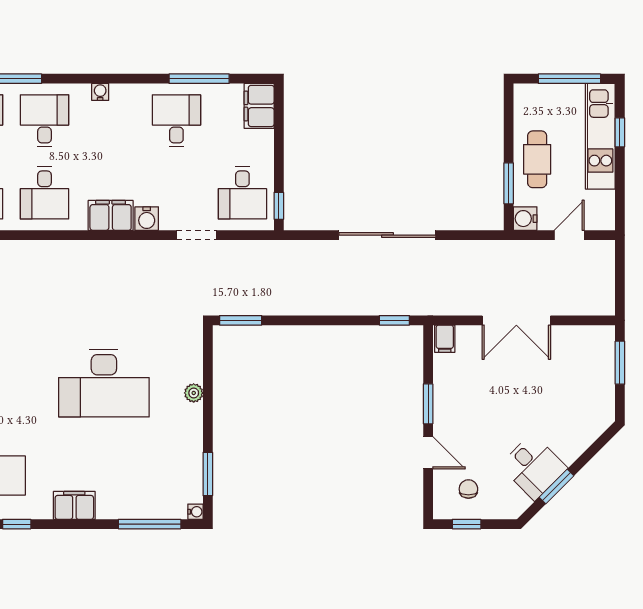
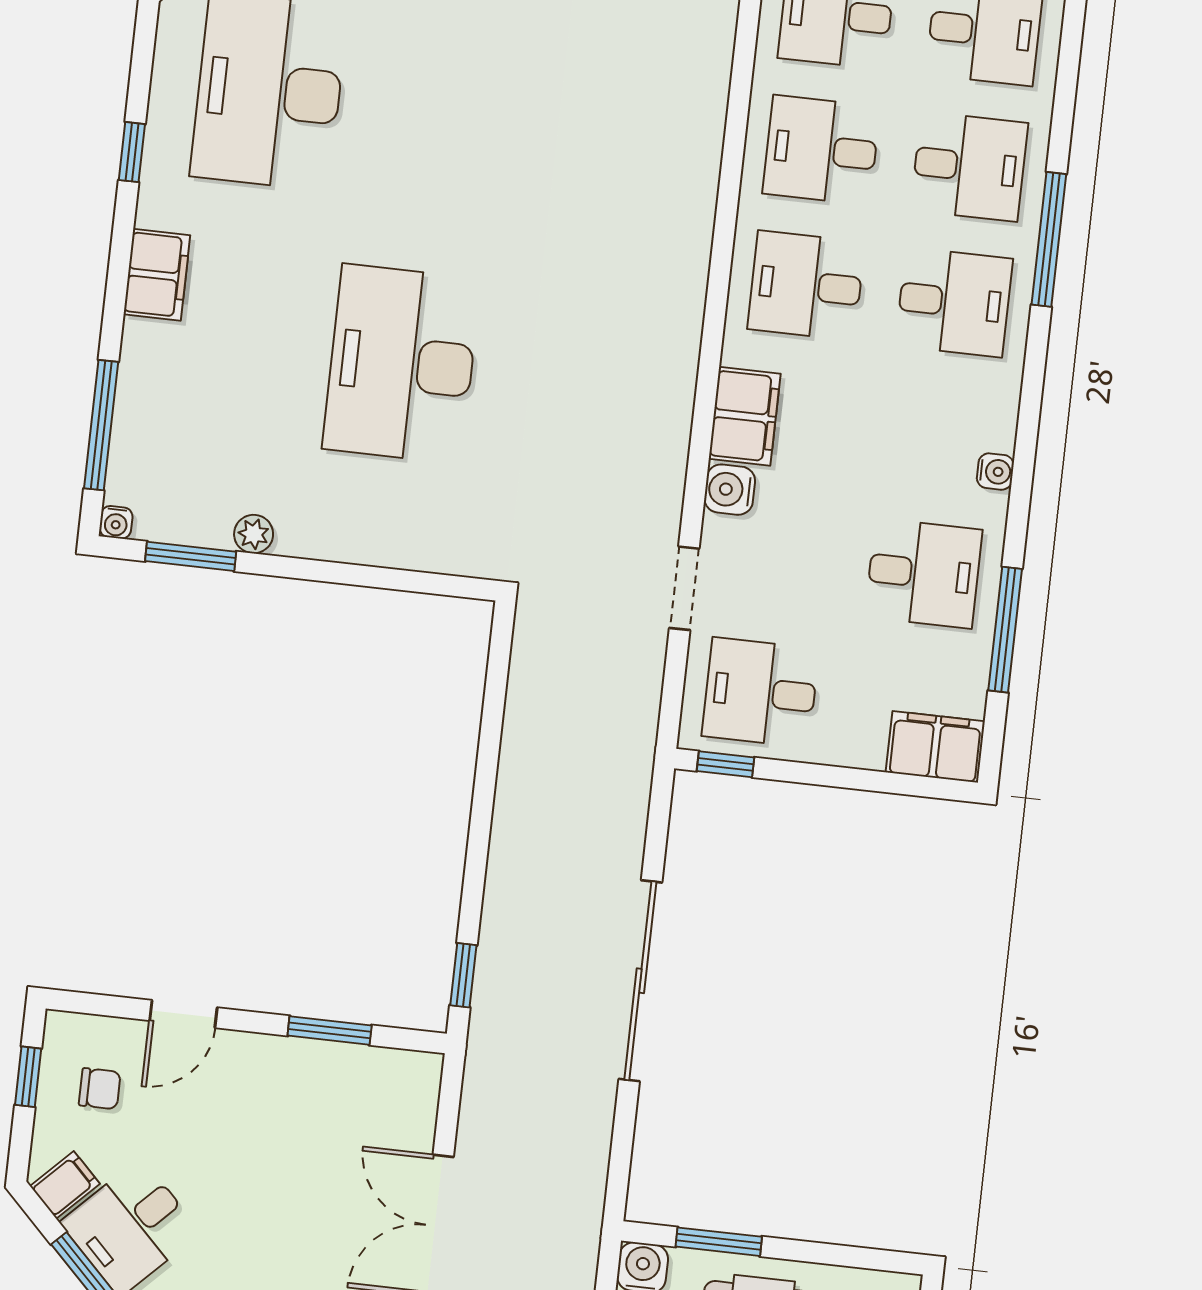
water cooler: (100, 92) -> (995, 472), moved
window: (241, 320) -> (499, 659), removed
filing cabinet: (445, 339) -> (65, 1185), moved, turned 135
plant: (194, 393) -> (254, 534), moved
window: (428, 404) -> (330, 1030), moved

